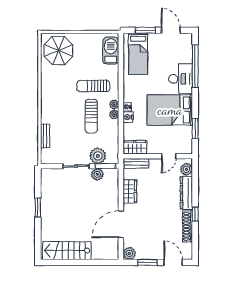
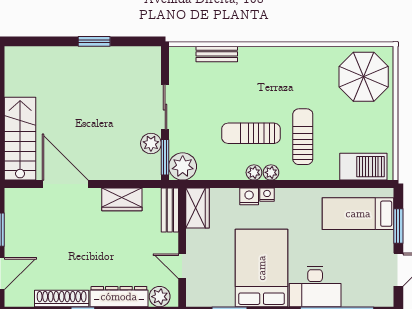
plant: (98, 156) -> (183, 166), moved
stairs: (67, 251) -> (20, 139), moved
plant: (129, 253) -> (15, 198), removed

